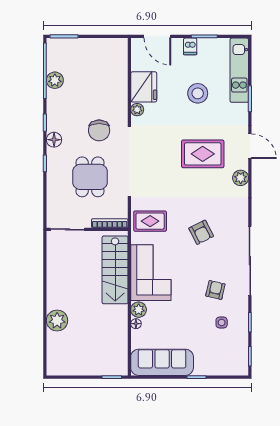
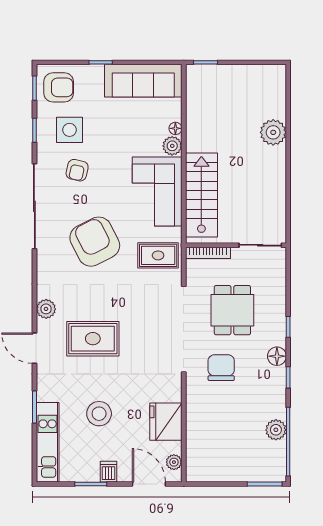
plant: (137, 110) -> (174, 462), moved
armchair: (201, 232) -> (95, 242), width x1.88, depth x1.88
side table: (222, 323) -> (70, 130), width x1.87, depth x1.87
armchair: (230, 357) -> (59, 87), added

